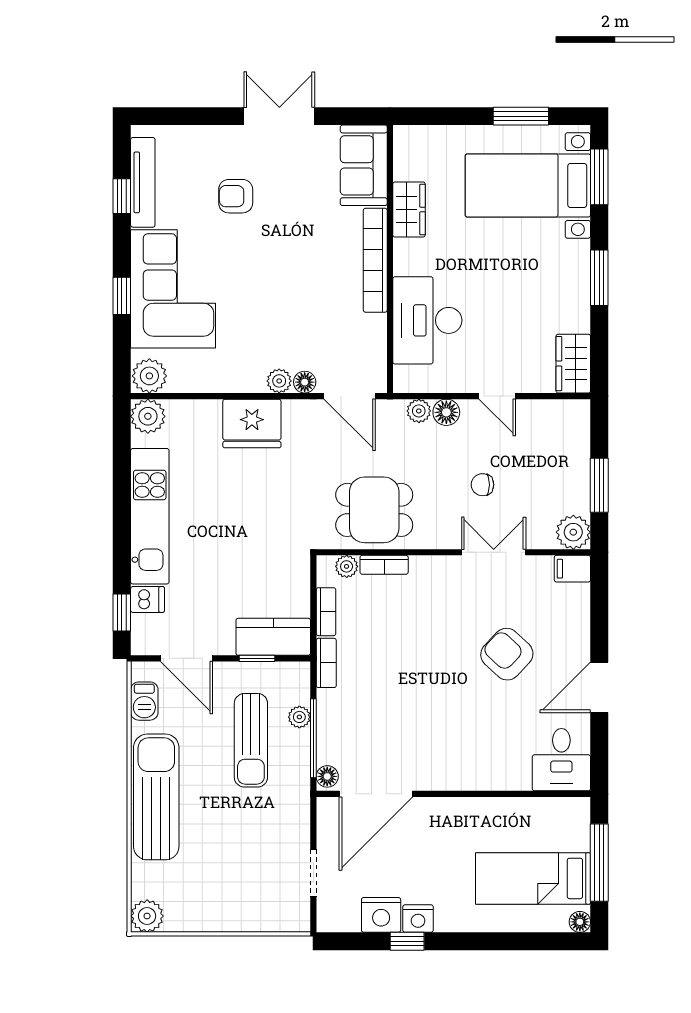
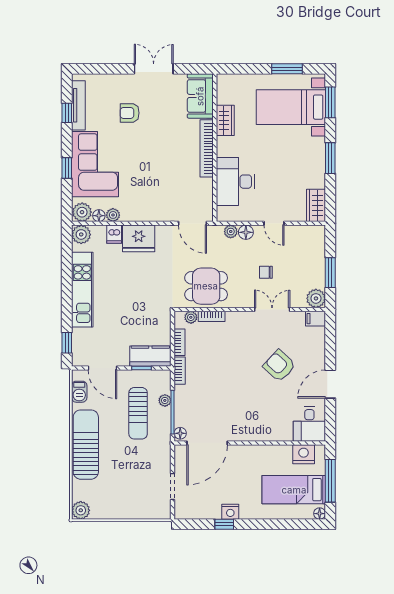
plant: (279, 381) -> (113, 215), moved
floor lamp: (305, 382) -> (99, 216), moved
dishwasher: (147, 599) -> (114, 234), moved, turned 90
nightstand: (381, 915) -> (304, 454), moved, turned 180

